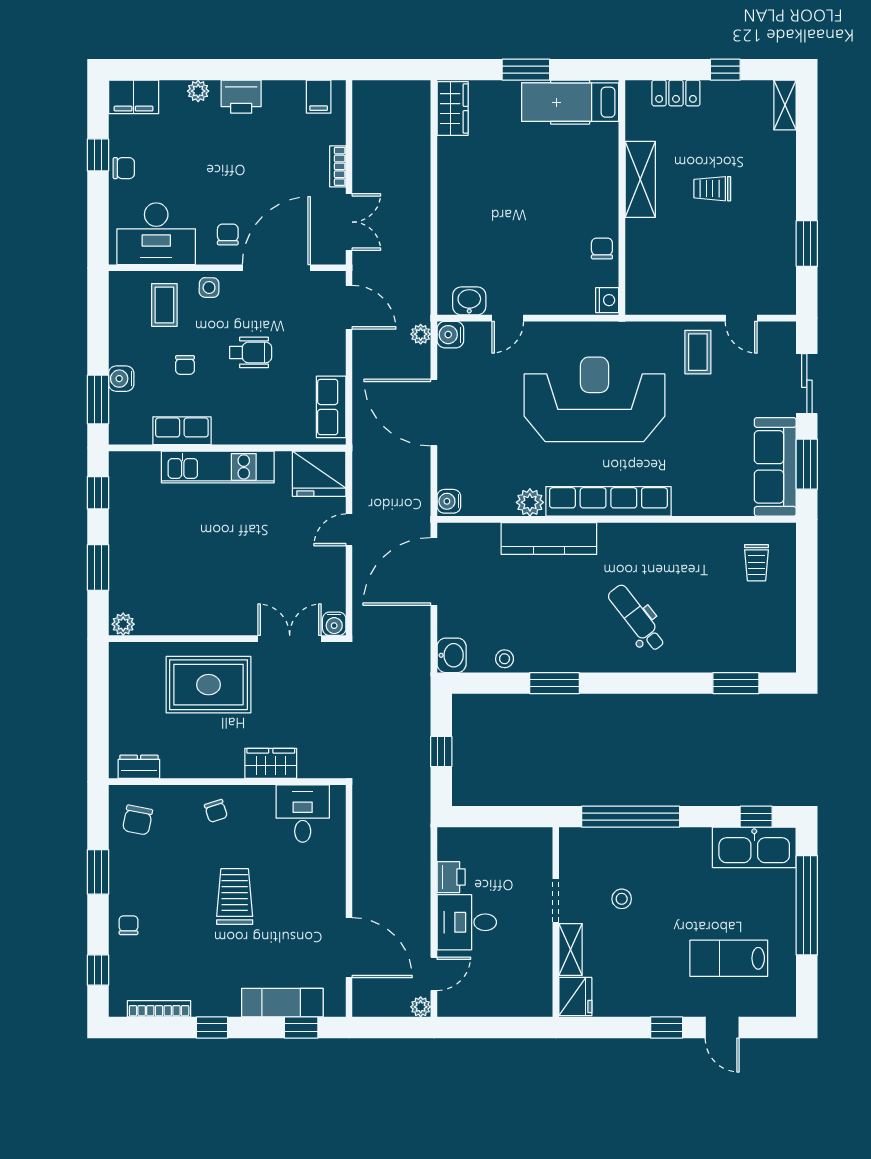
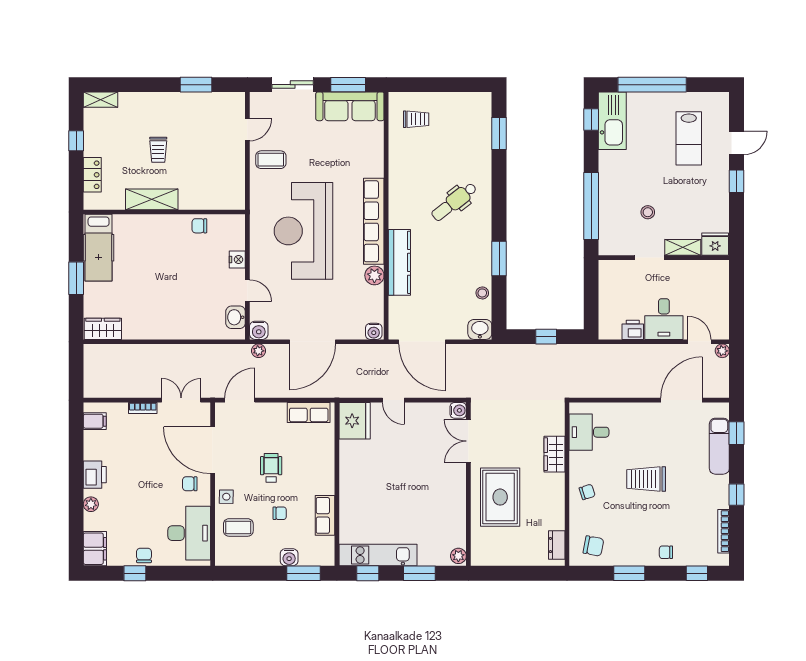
nightstand: (607, 300) -> (237, 259), moved, turned 90
kitchen unit: (218, 467) -> (378, 555), moved, turned -90

